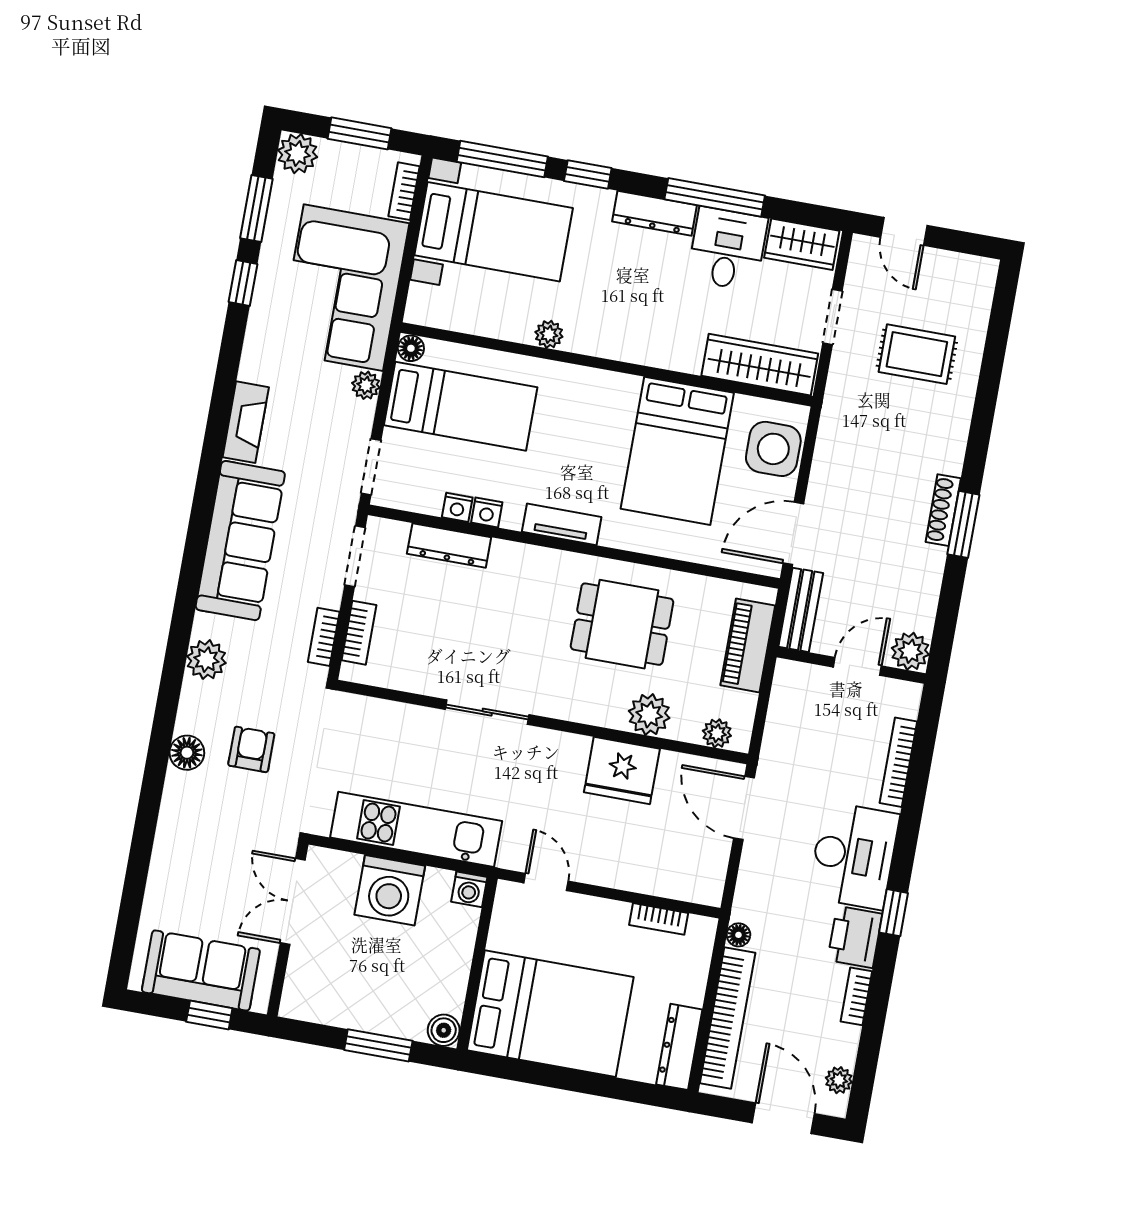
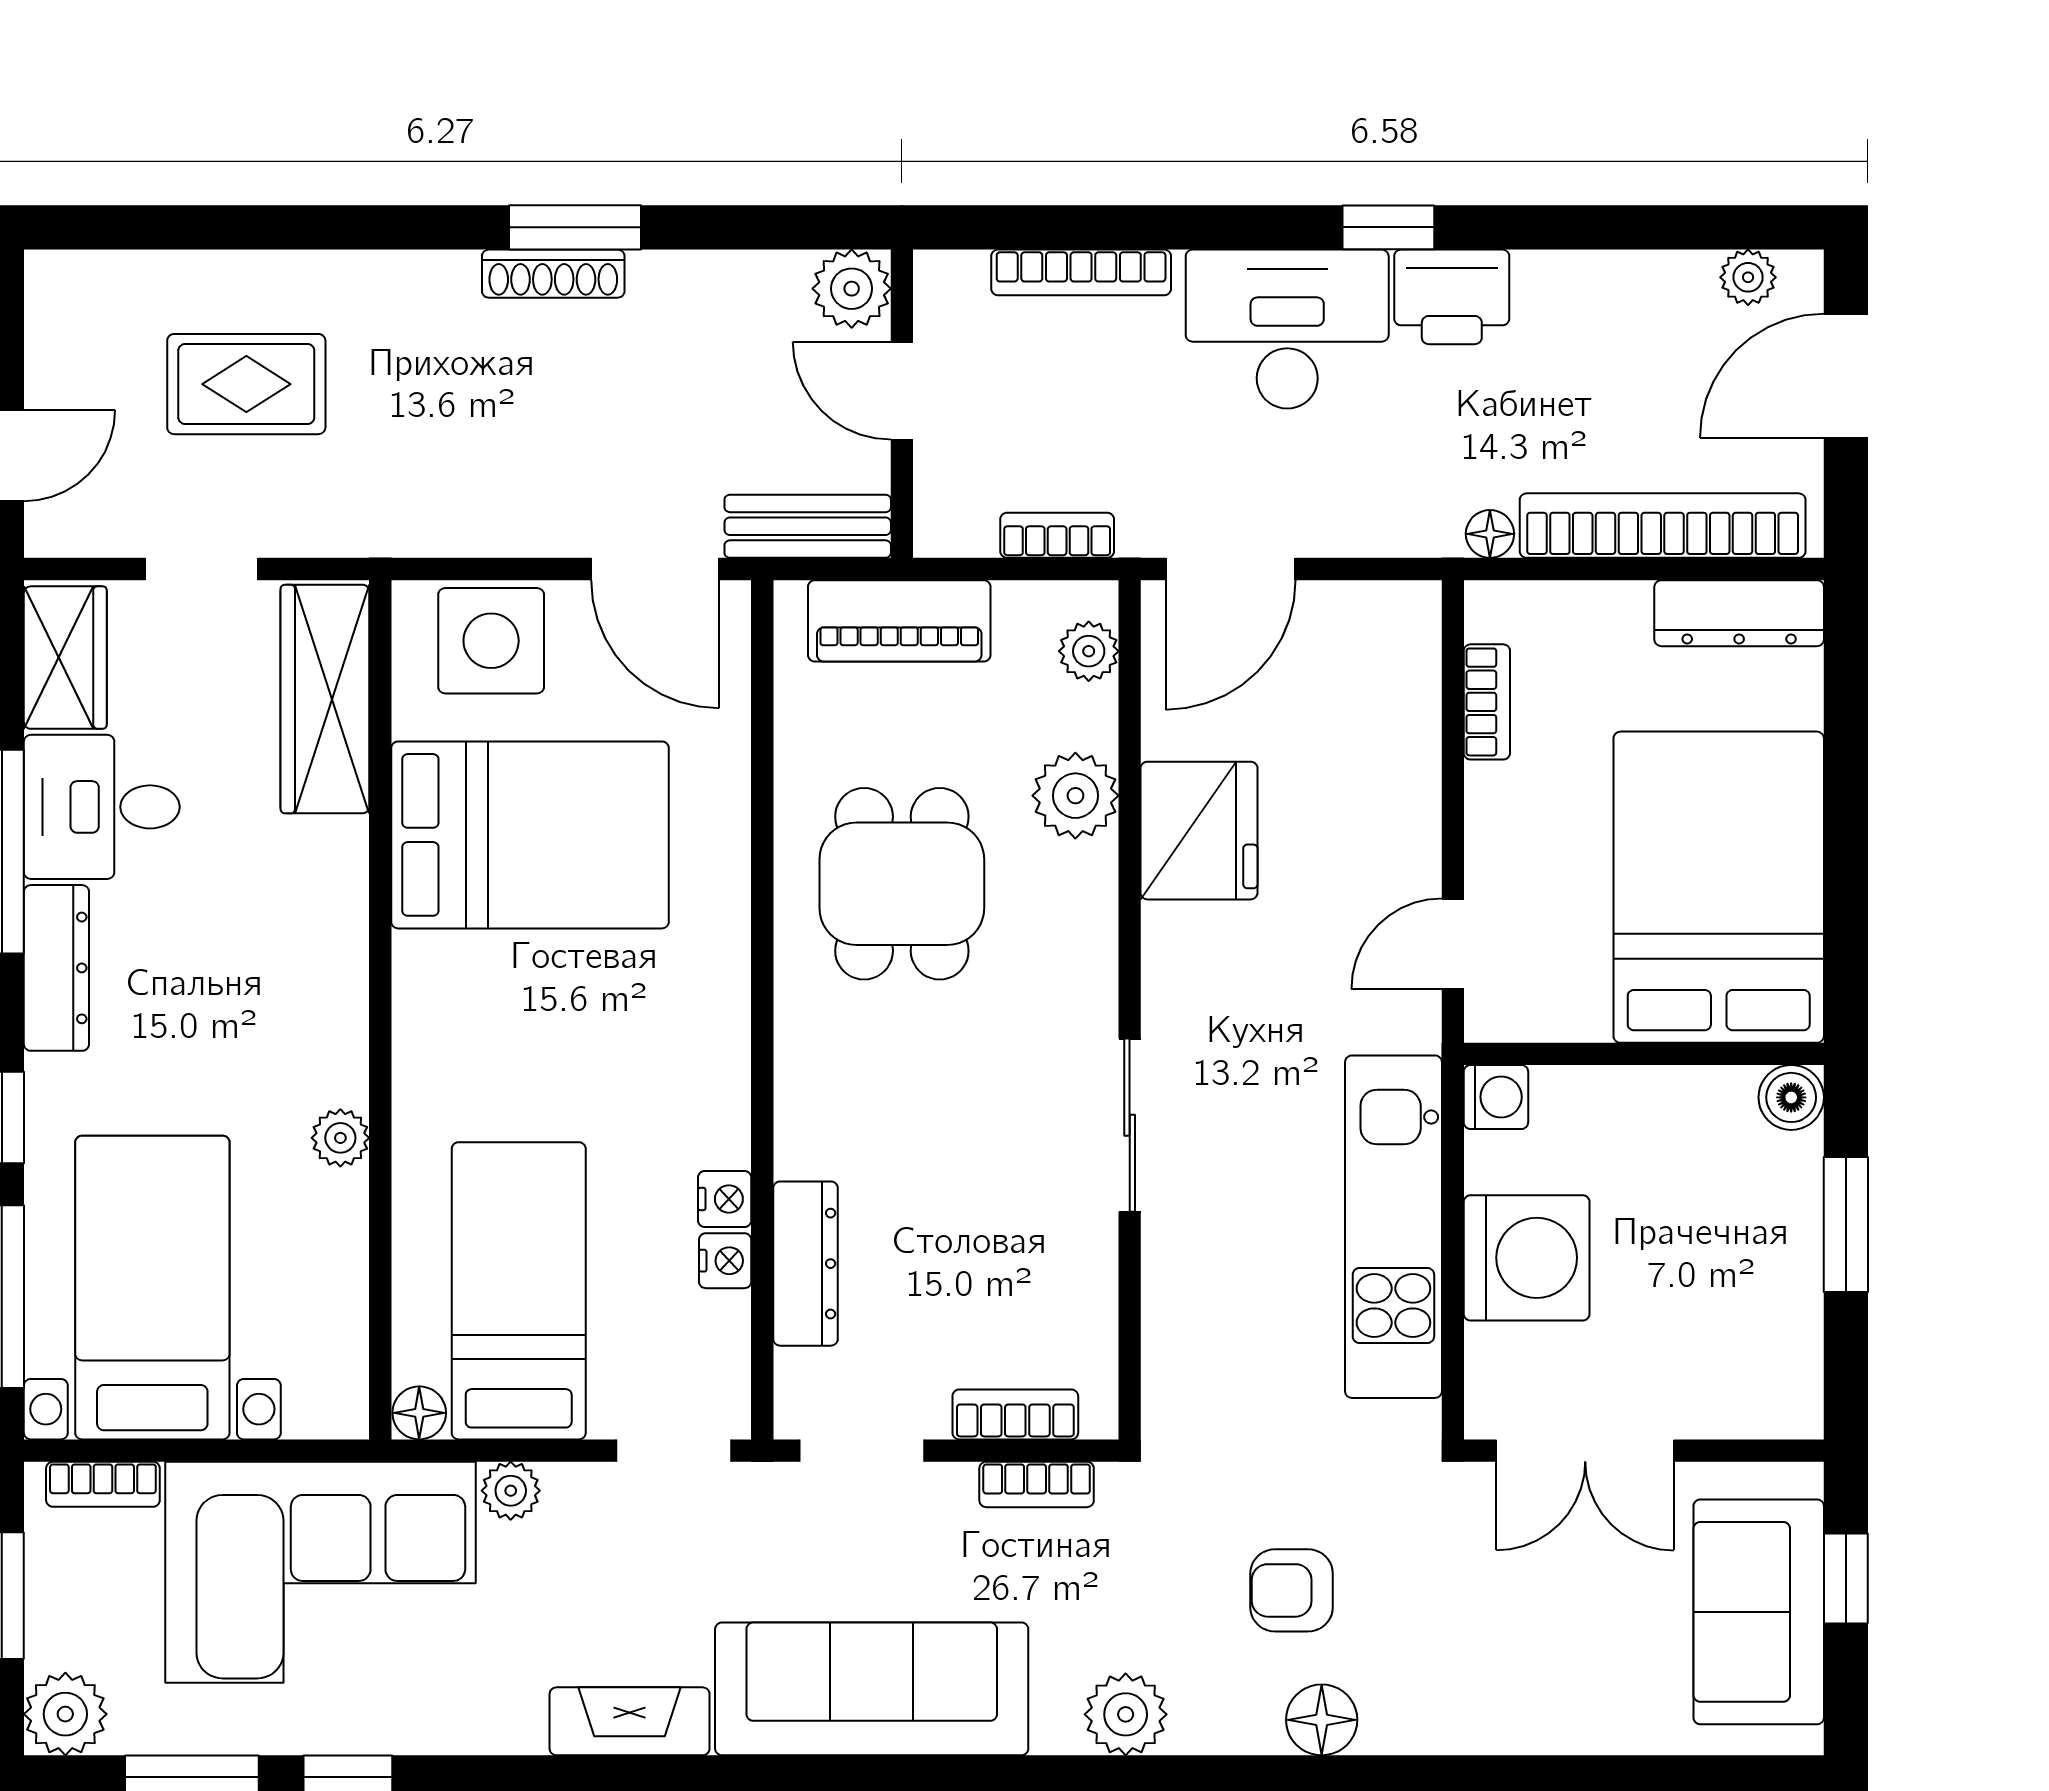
rug: (917, 354) -> (246, 384), turned 90
tv unit: (562, 524) -> (721, 1043), removed
bookcase: (856, 996) -> (1057, 535), moved, turned 180

